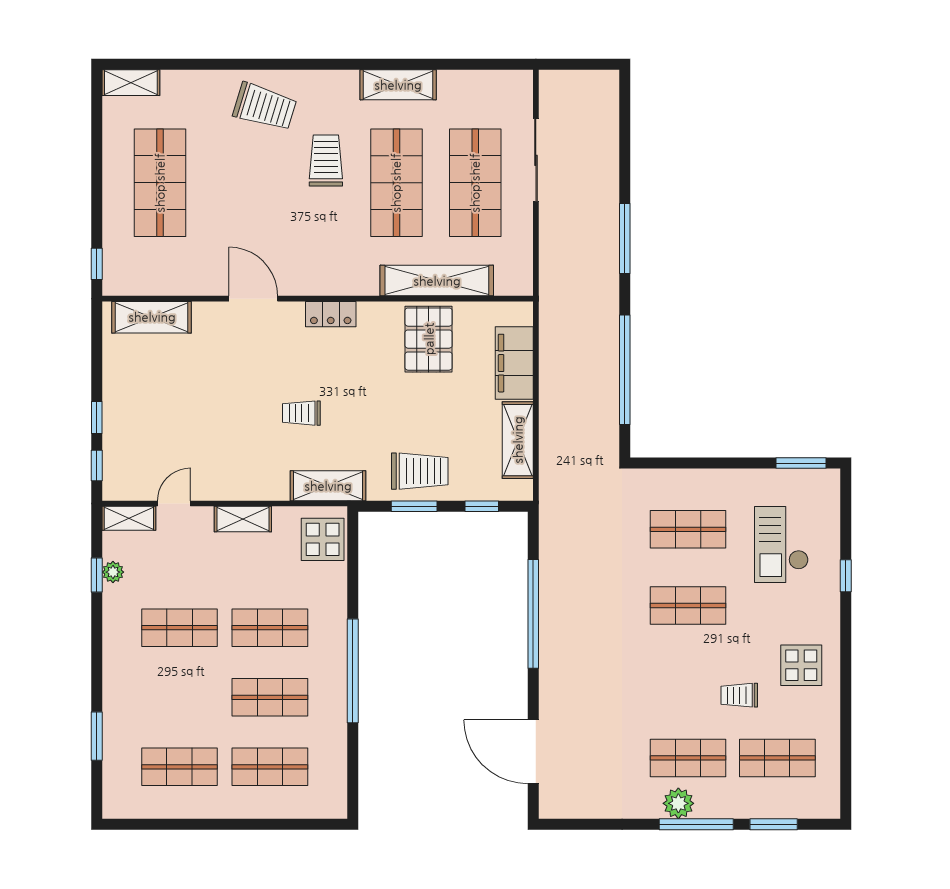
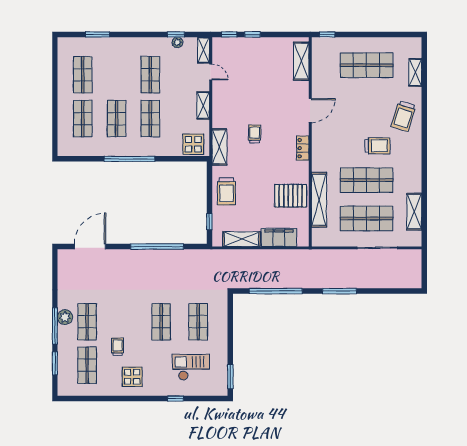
shelving: (131, 83) -> (415, 72), moved
shelving: (398, 85) -> (414, 212), moved
window: (414, 506) -> (209, 189), removed

